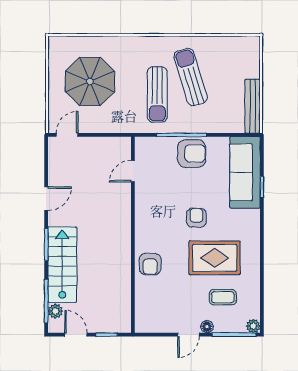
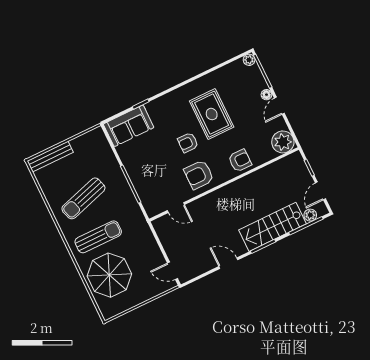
parasol: (90, 81) -> (109, 275), moved
sun lounger: (157, 95) -> (98, 237), moved
bench: (253, 106) -> (50, 157), moved
armchair: (192, 153) -> (199, 175), moved, turned -90
sofa: (245, 172) -> (129, 126), width x0.73
coffee table: (223, 297) -> (238, 94), removed
plant: (148, 320) -> (283, 142), added
door: (188, 335) -> (279, 106), swing flipped

